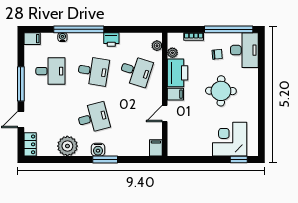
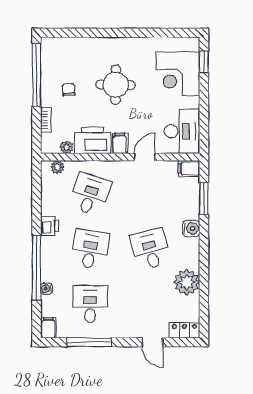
desk: (244, 50) -> (182, 131), moved, turned 90
window: (21, 84) -> (89, 342), moved
door: (165, 114) -> (145, 157), swing flipped
water cooler: (98, 150) -> (191, 228), moved
window: (105, 159) -> (204, 198), moved

